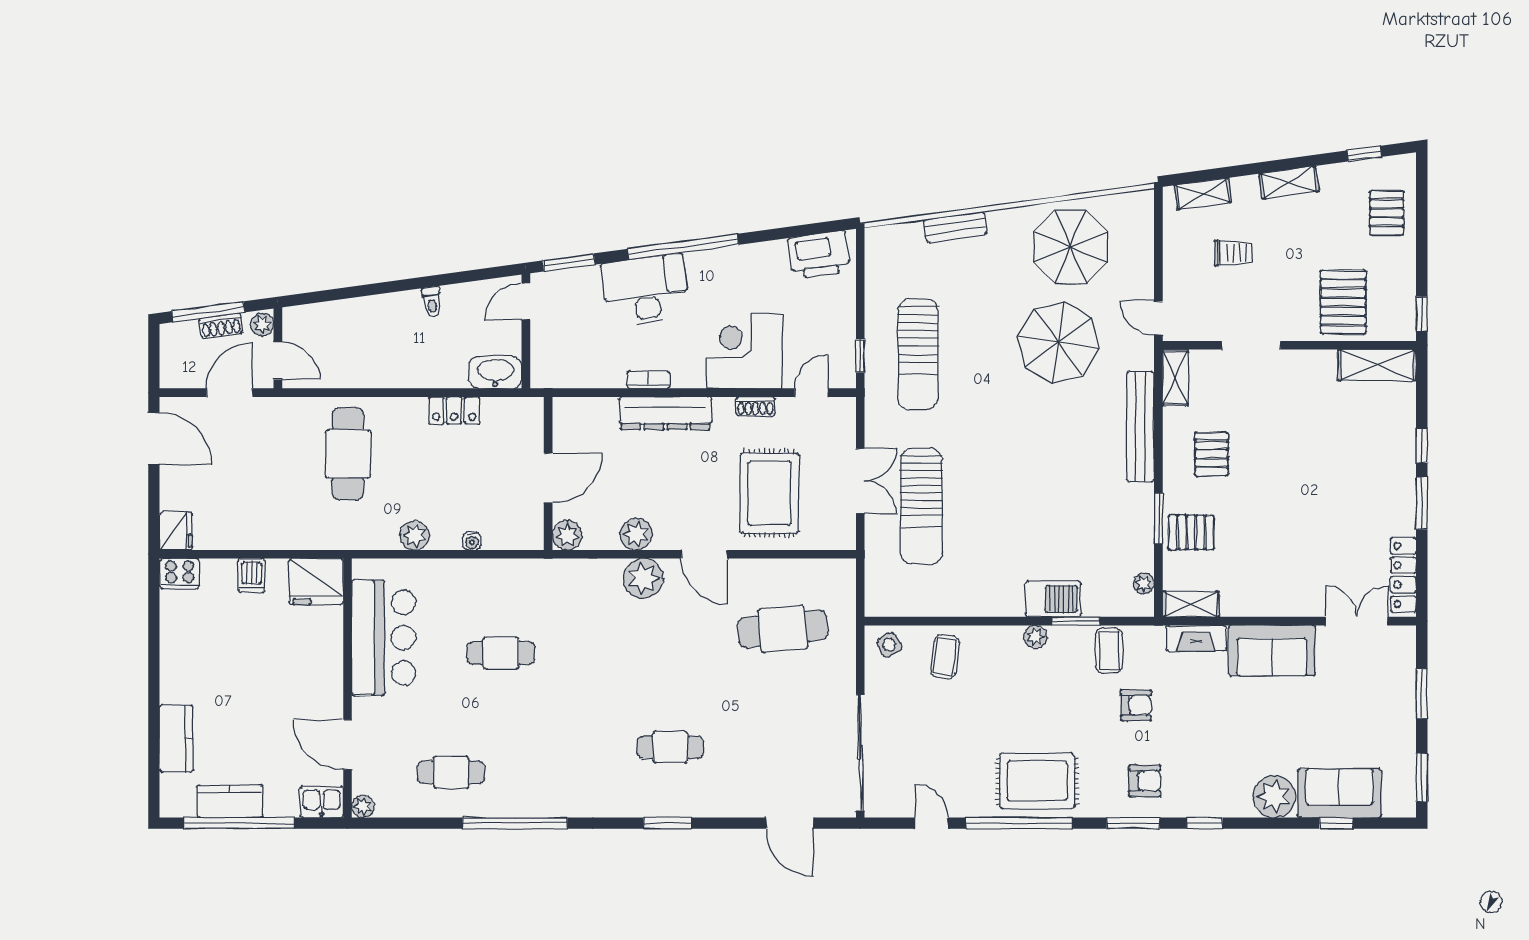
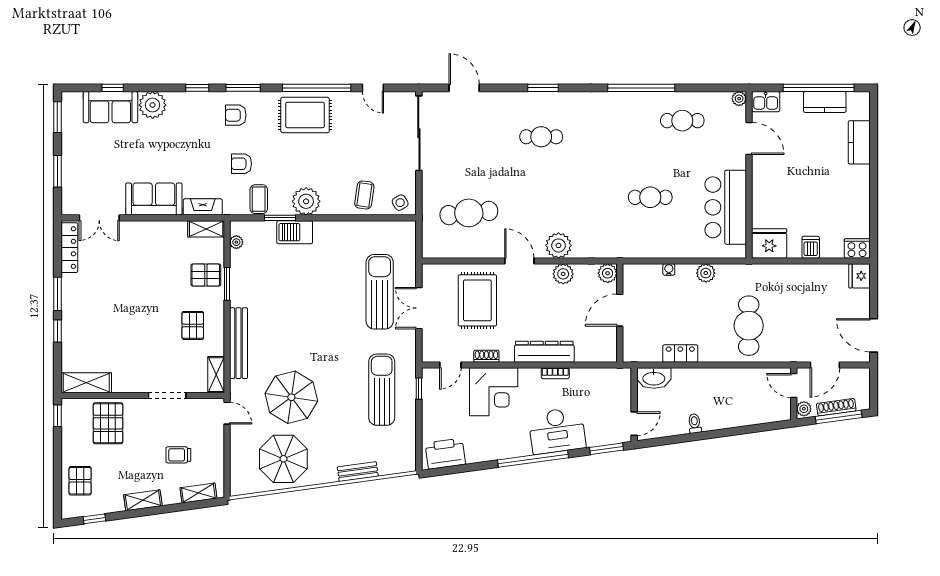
shoe rack: (221, 326) -> (836, 407), width x1.43
plant: (1035, 637) -> (306, 201), width x1.87, depth x1.87

